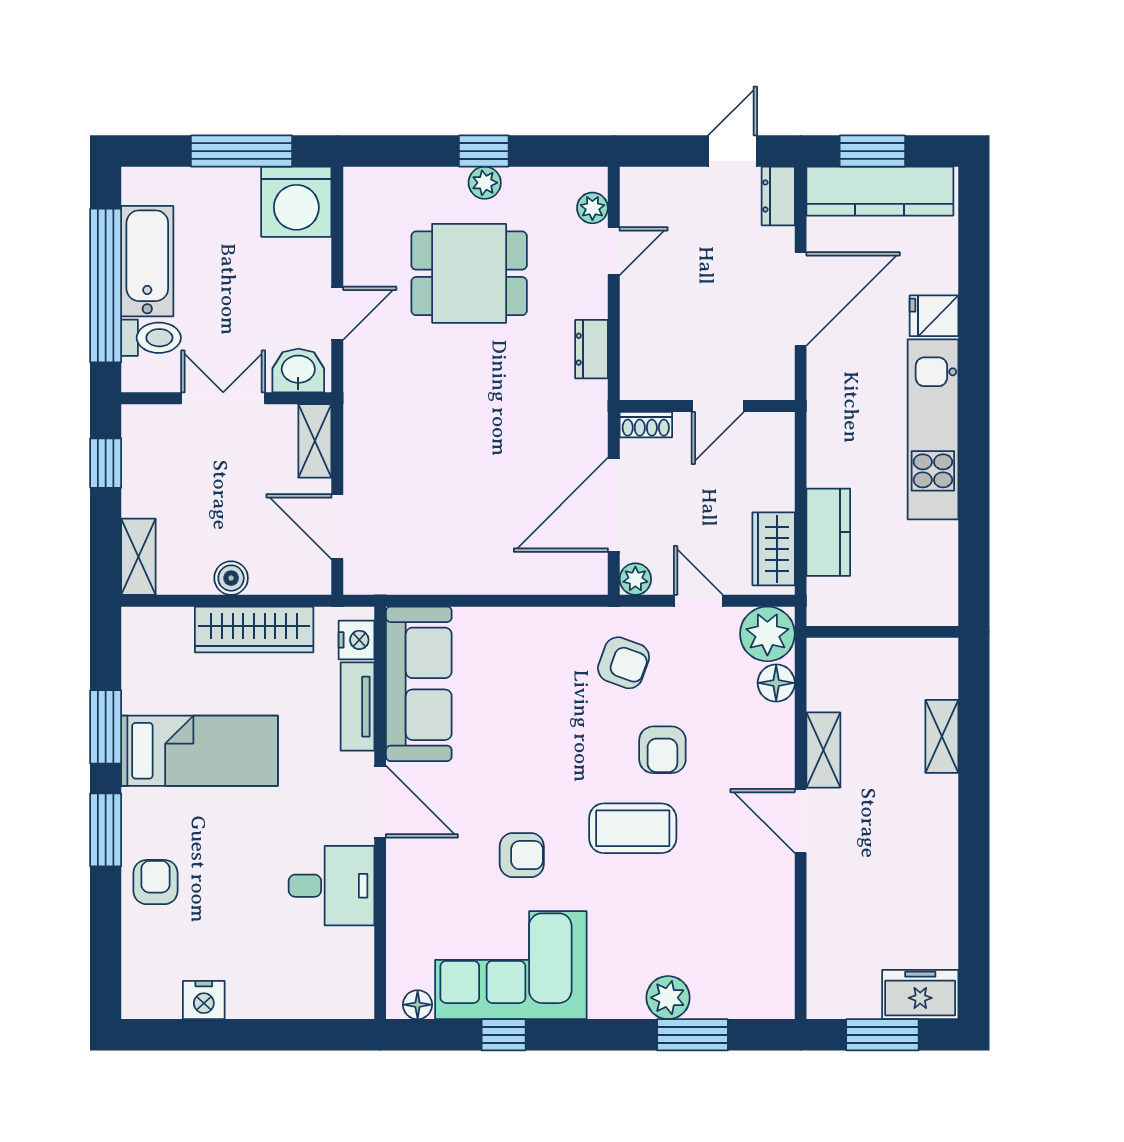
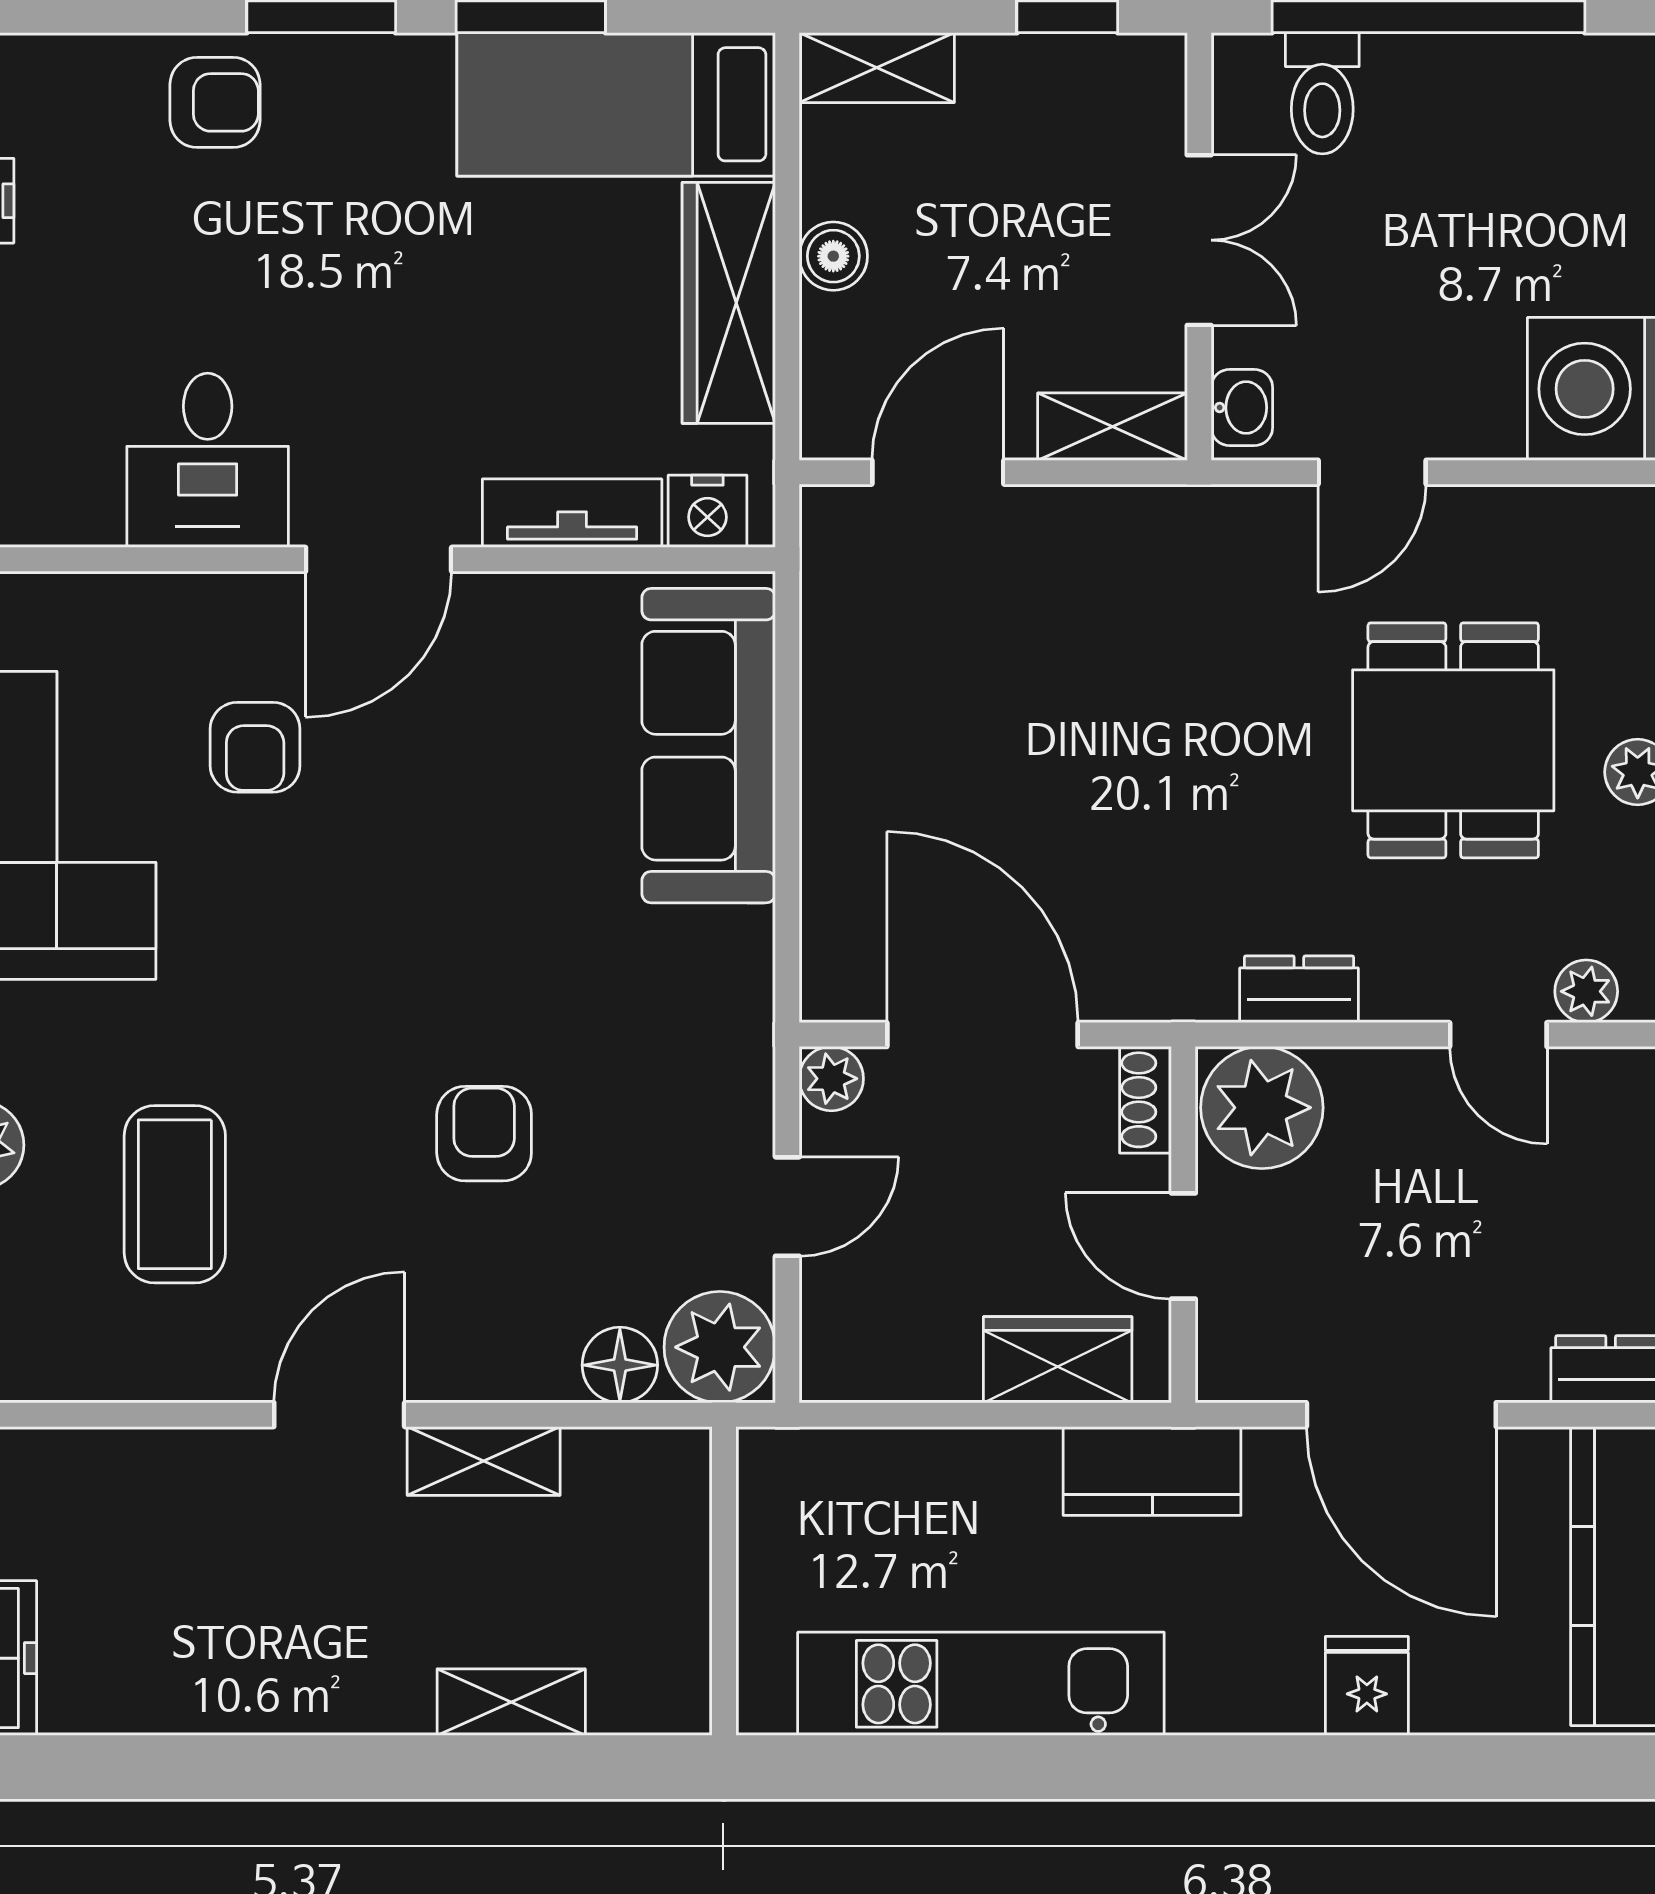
bathtub: (147, 261) -> (1478, 86), removed
door: (337, 313) -> (1372, 472), hinge flipped
plant: (650, 367) -> (1262, 1108), added
washbasin: (298, 370) -> (1242, 408), width x0.72, depth x0.69
kitchen unit: (933, 429) -> (981, 1684), moved
kitchen counter: (828, 532) -> (1152, 1471), moved
wardrobe: (774, 549) -> (1058, 1360), moved
armchair: (624, 663) -> (661, 1054), removed
sofa: (419, 684) -> (709, 746), moved, turned 90
armchair: (662, 750) -> (484, 1134), turned 90
bed: (200, 751) -> (616, 104), moved, turned 90
coffee table: (633, 828) -> (175, 1194), moved
armchair: (522, 855) -> (255, 747), moved

